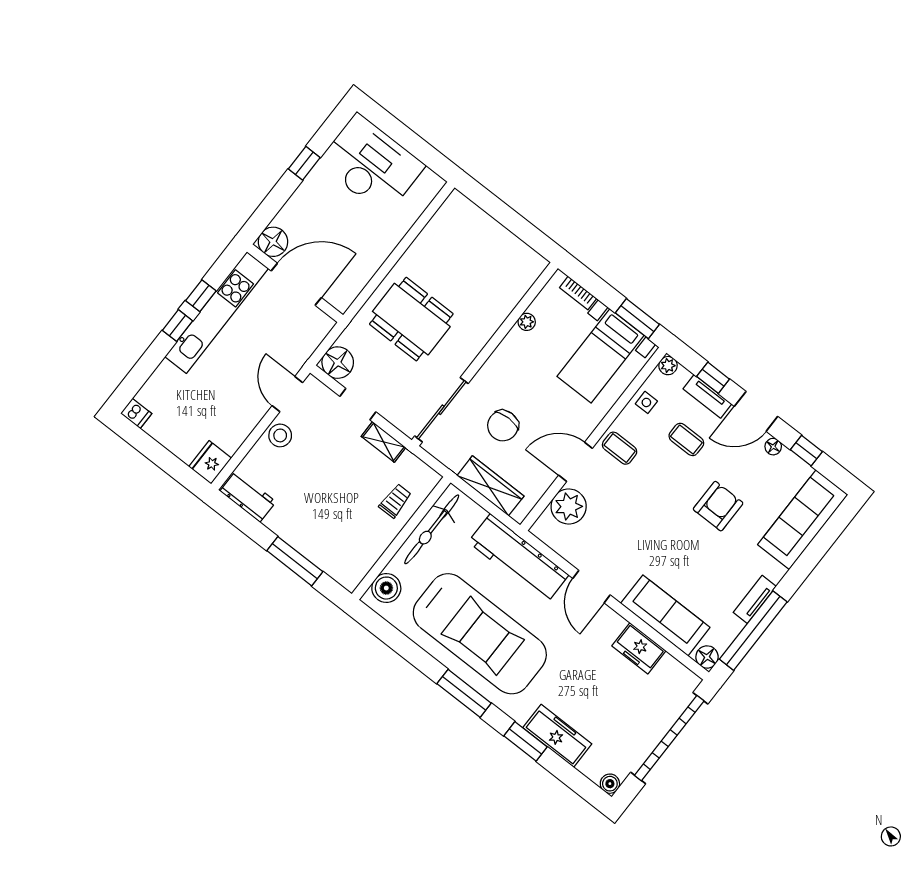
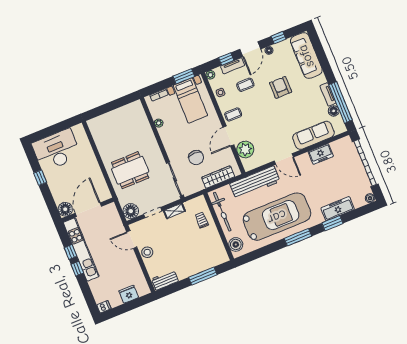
fridge: (210, 462) -> (129, 294), moved, turned 90
floor lamp: (707, 657) -> (334, 111), moved

